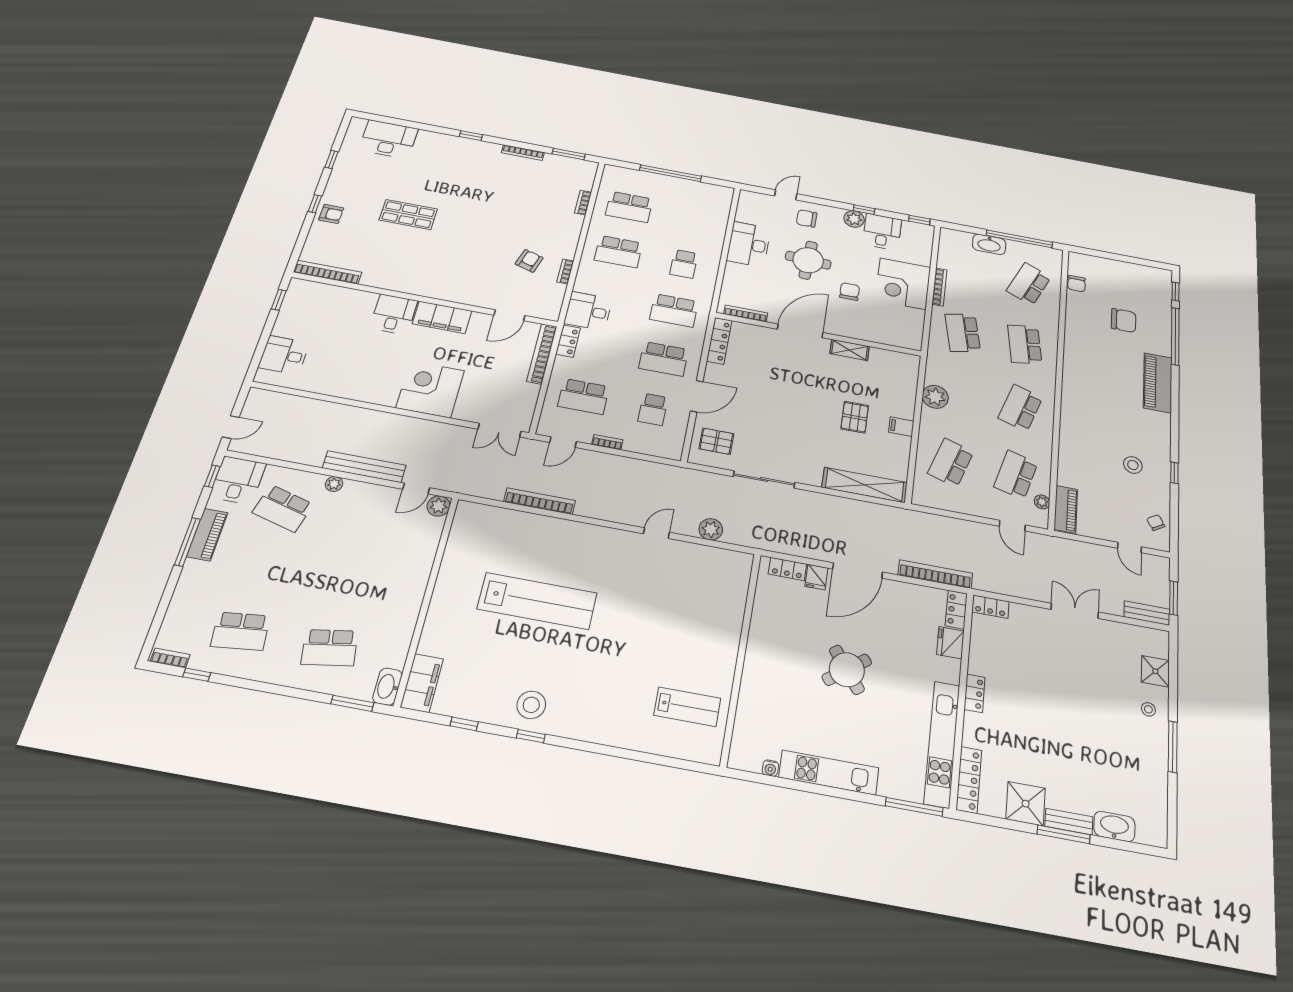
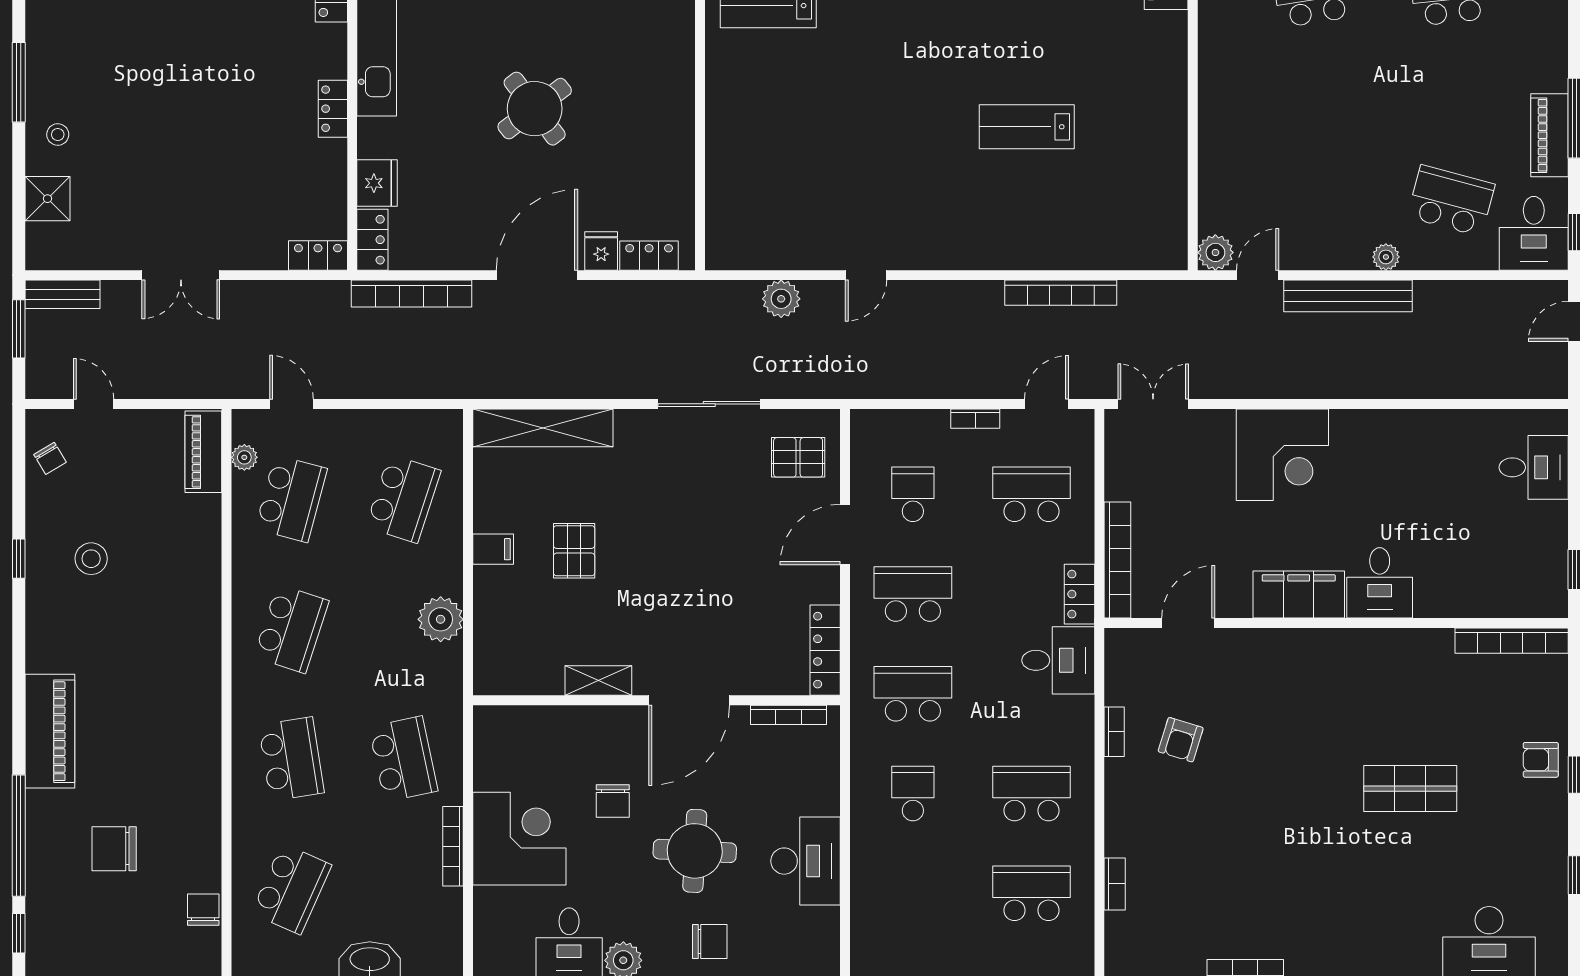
lab bench: (537, 601) -> (1027, 127), width x0.54, depth x0.72

